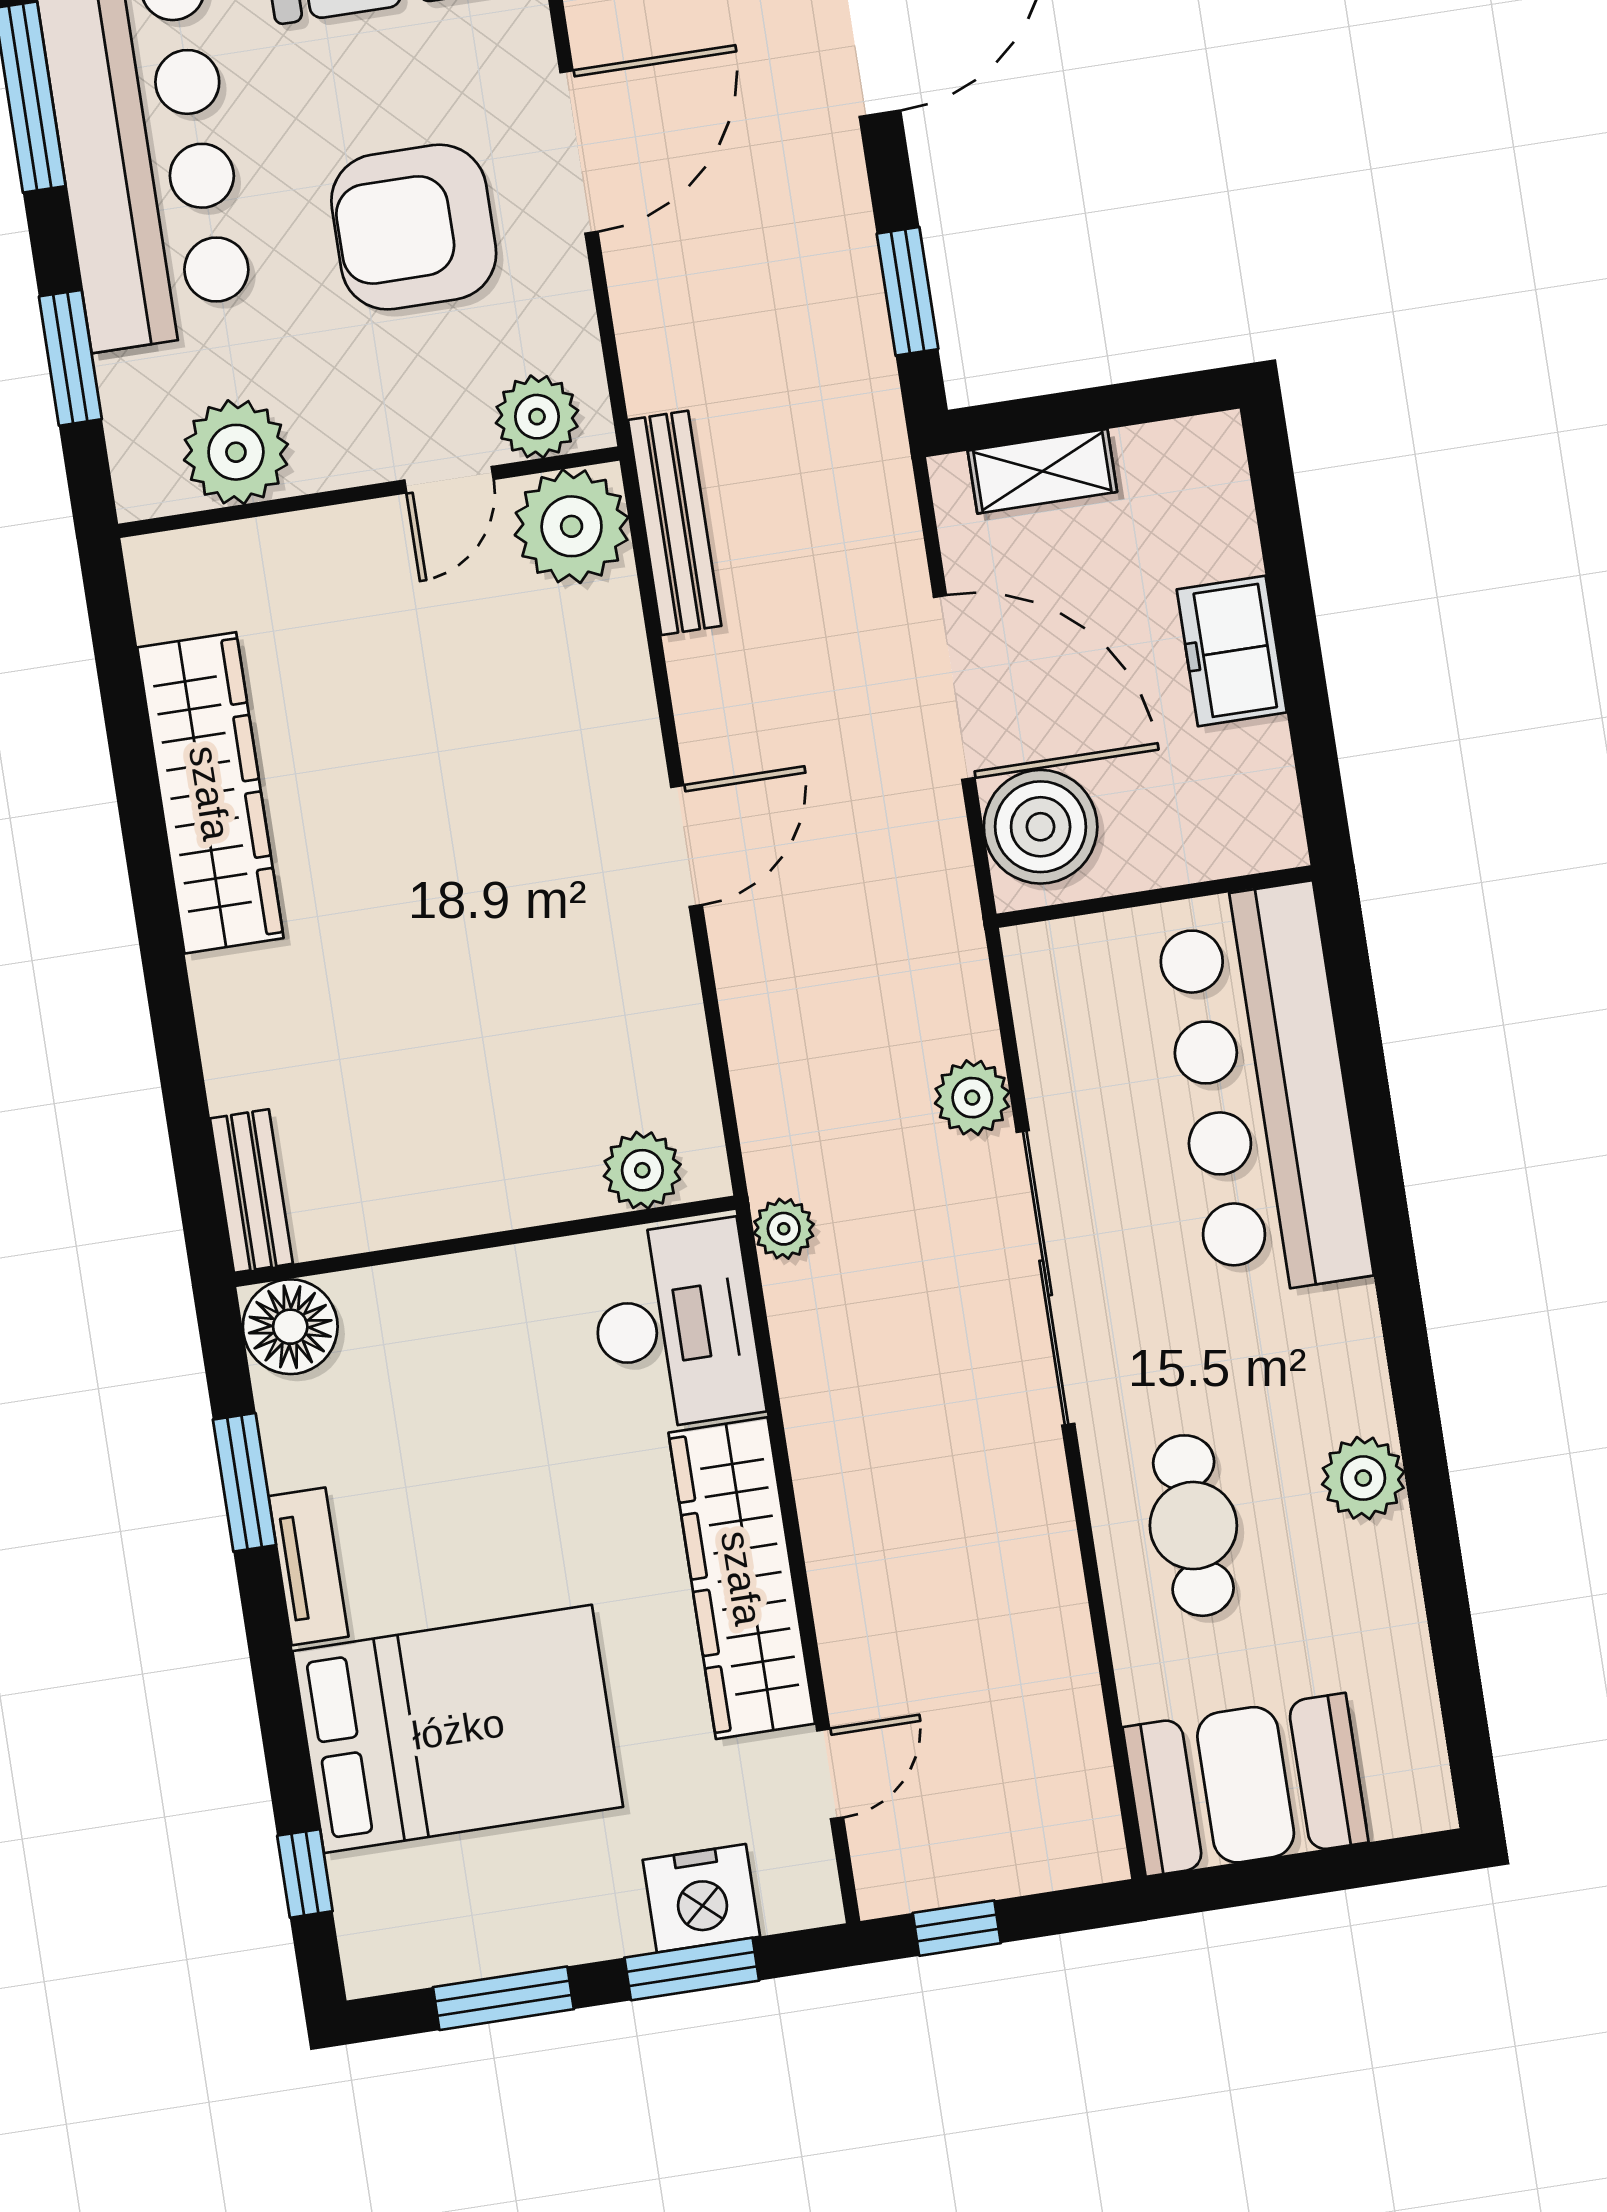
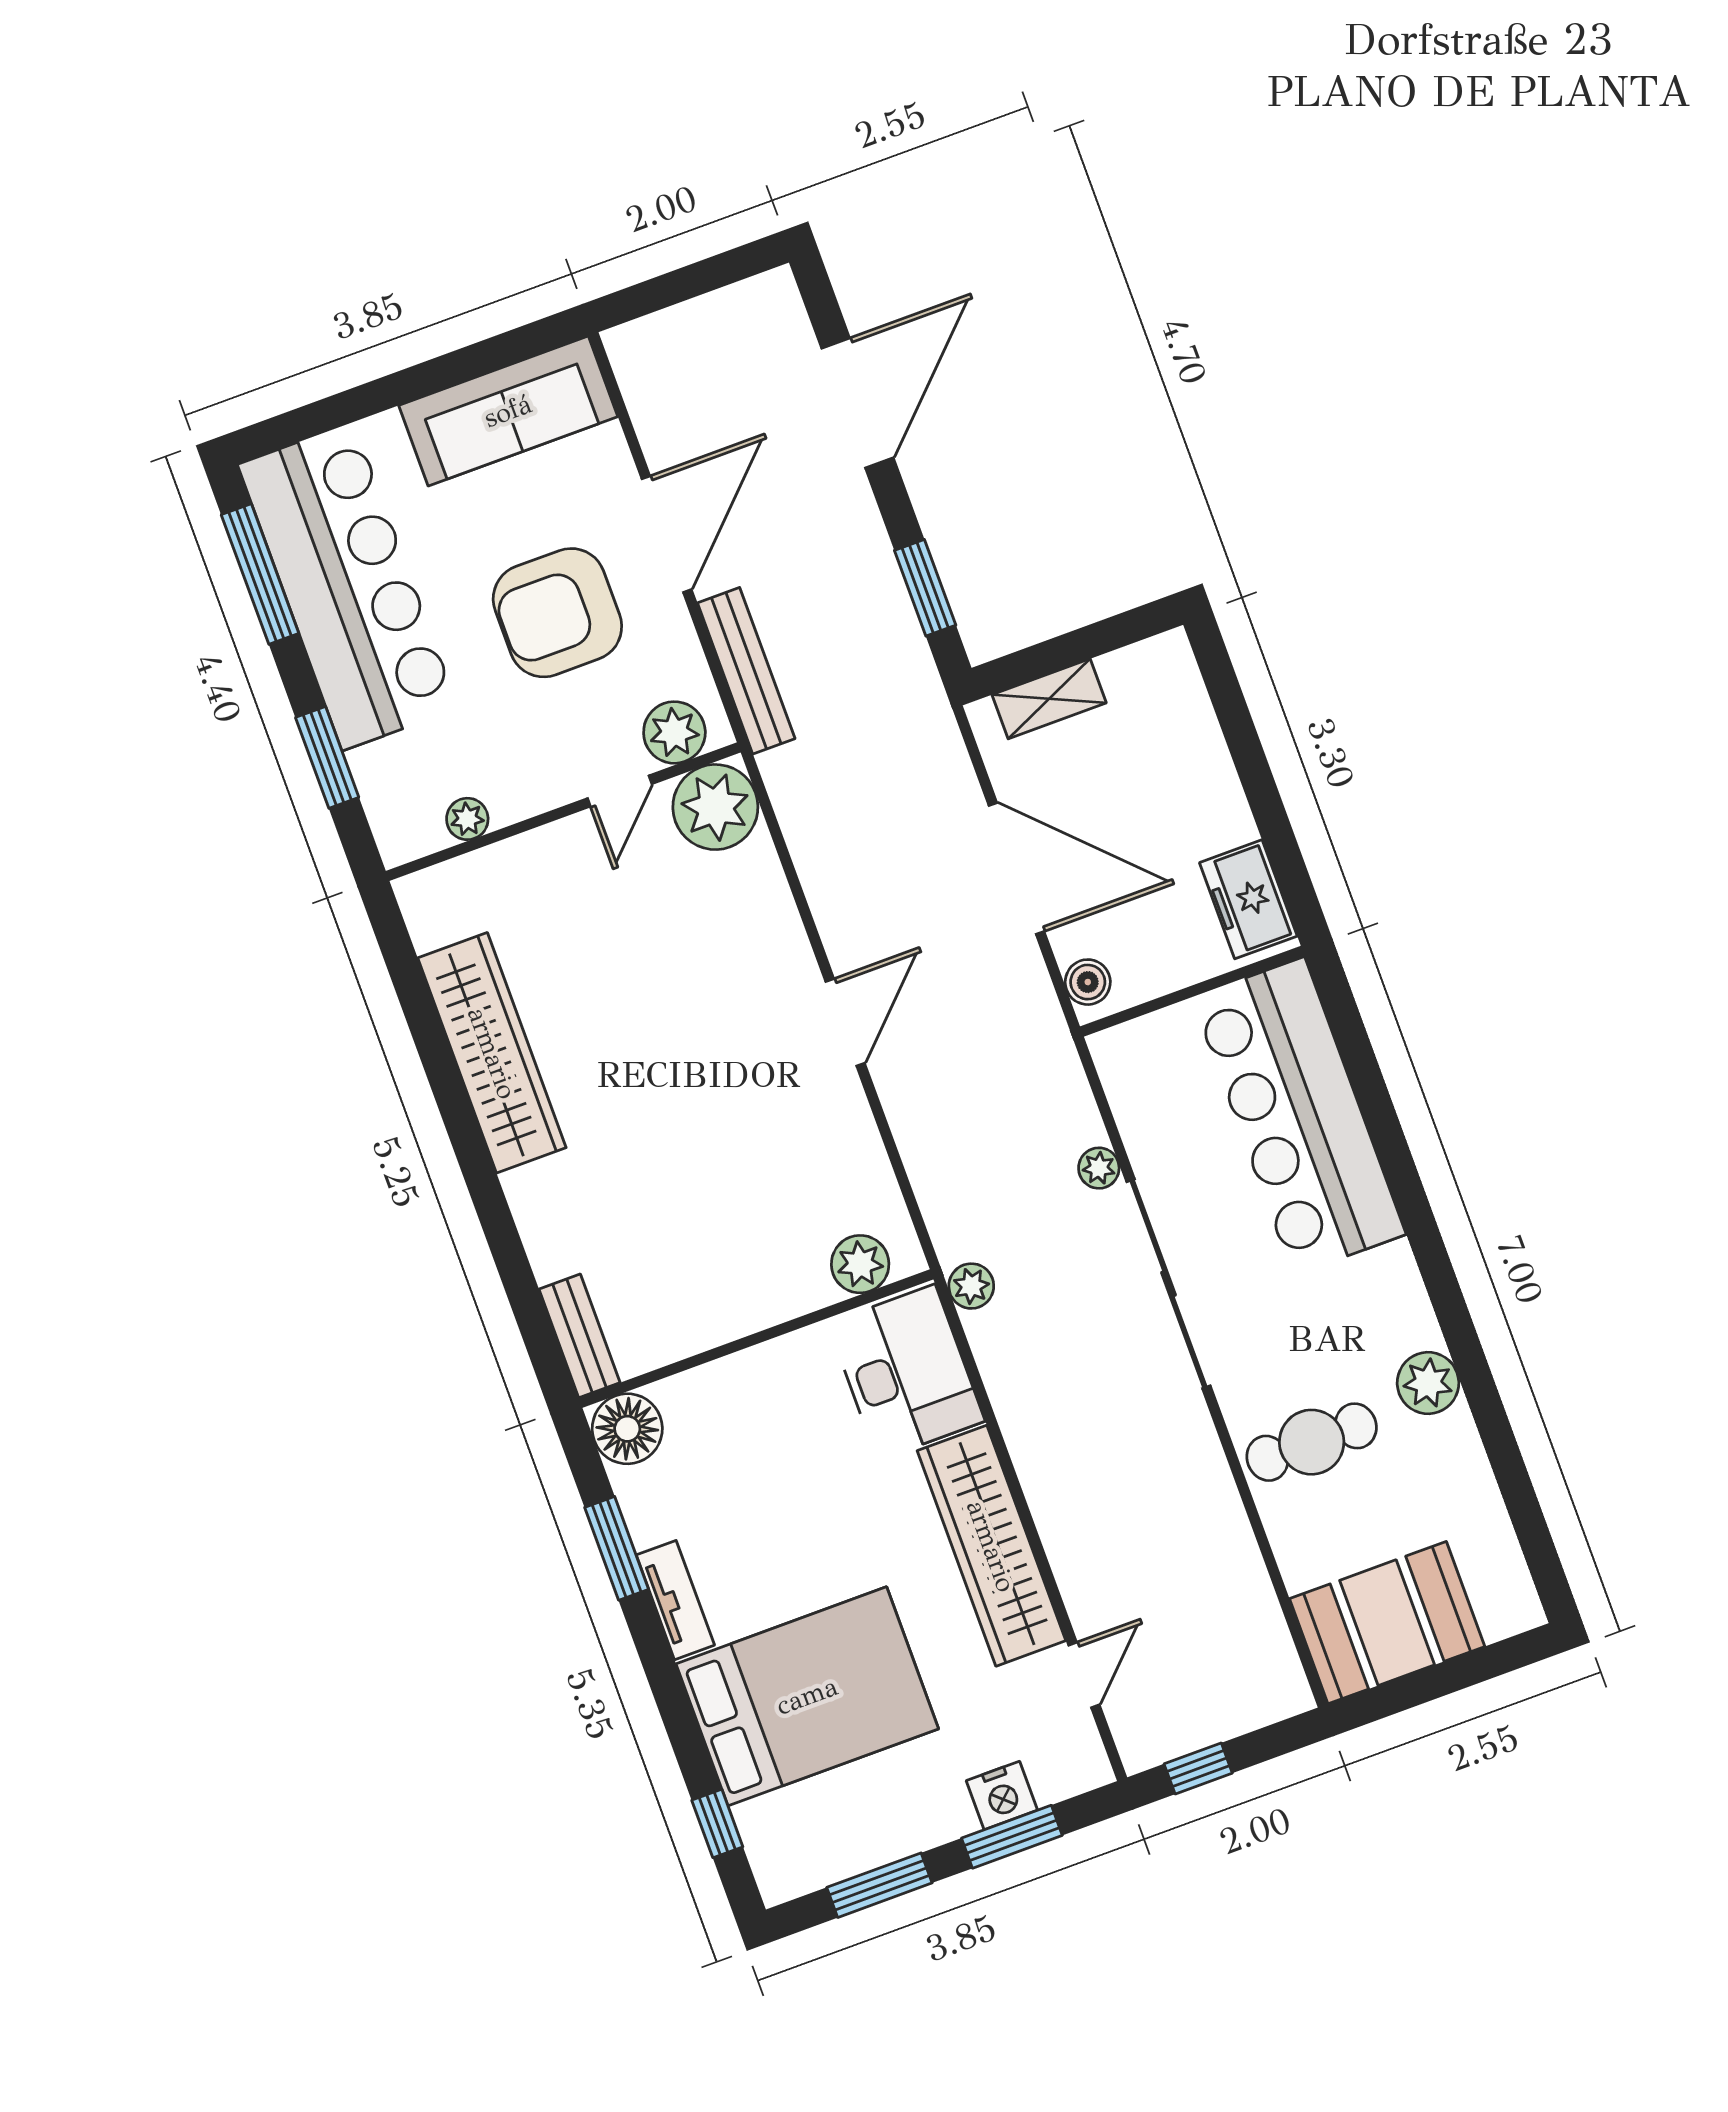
plant: (236, 452) -> (467, 819), width x0.53, depth x0.53
bench: (675, 523) -> (746, 671), moved
freezer: (1232, 651) -> (1248, 899), moved
boiler: (1041, 827) -> (1088, 982), width x0.54, depth x0.54
plant: (972, 1098) -> (1099, 1168), width x0.73, depth x0.73
cafe table: (1193, 1526) -> (1312, 1442), turned 90
nightstand: (701, 1898) -> (1002, 1795), width x0.74, depth x0.75

